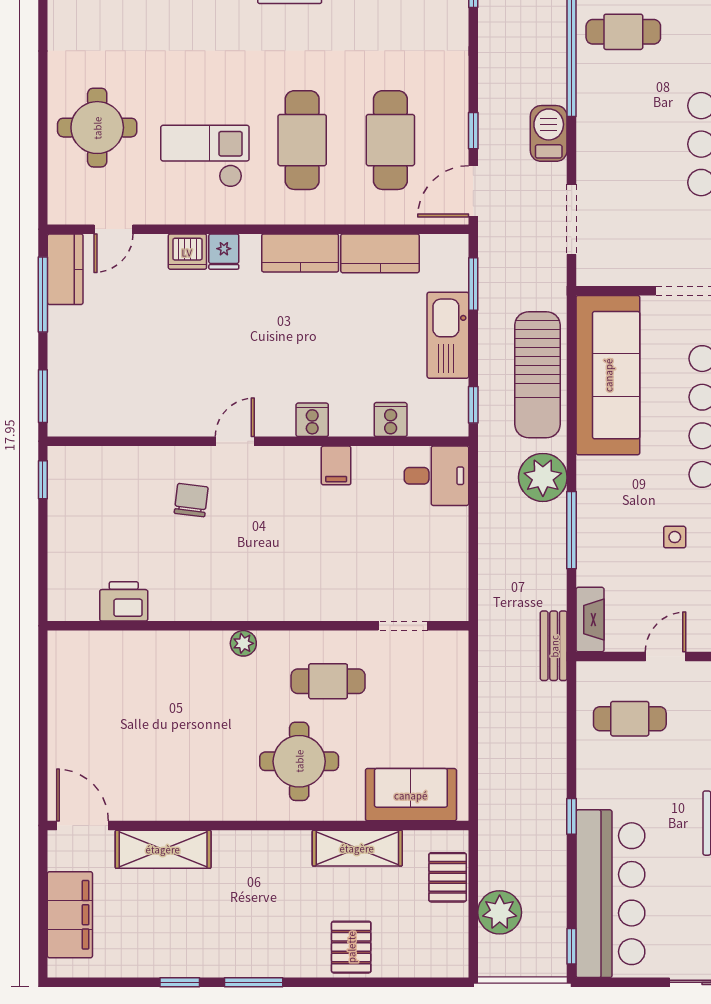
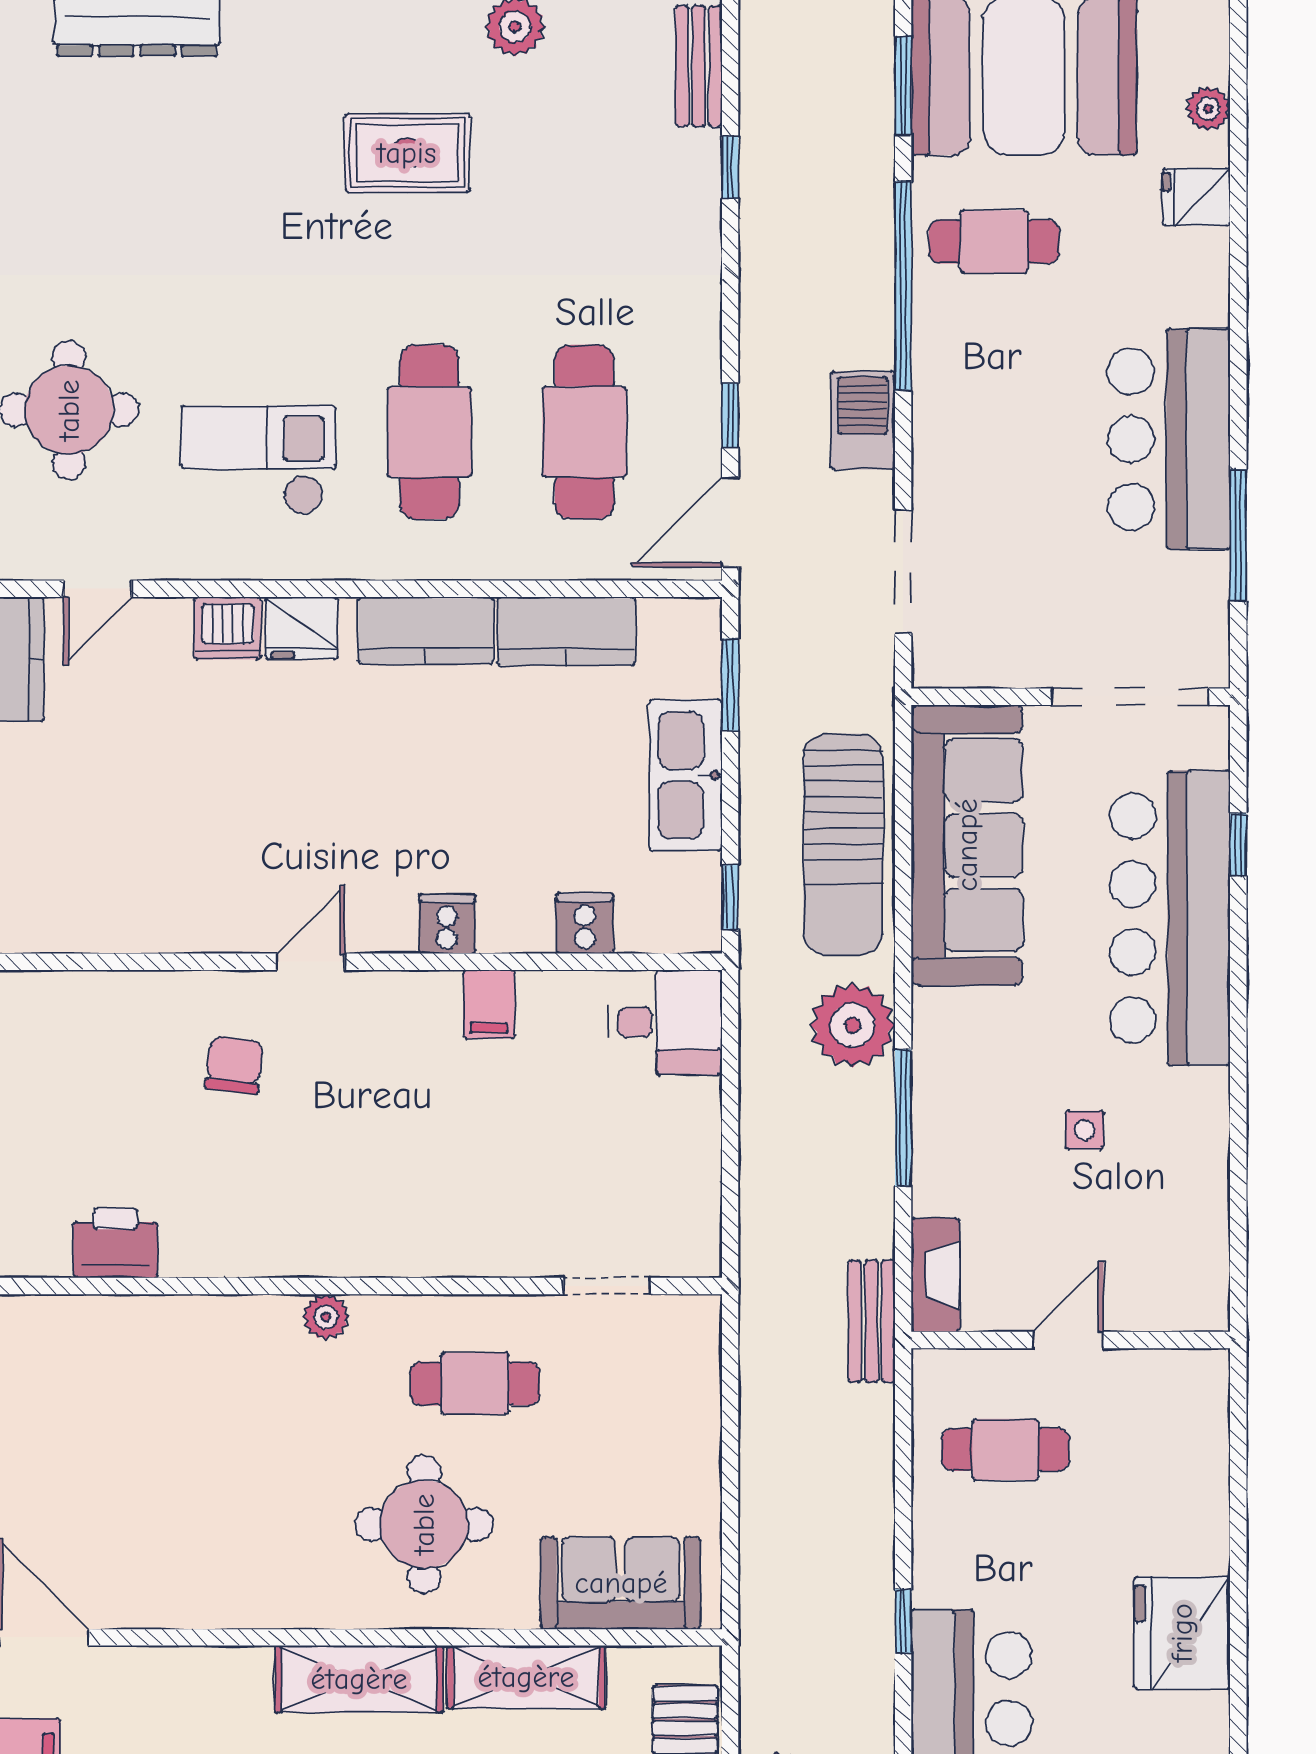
fridge: (224, 252) -> (302, 628), width x1.38
shelving: (163, 849) -> (359, 1679), moved

